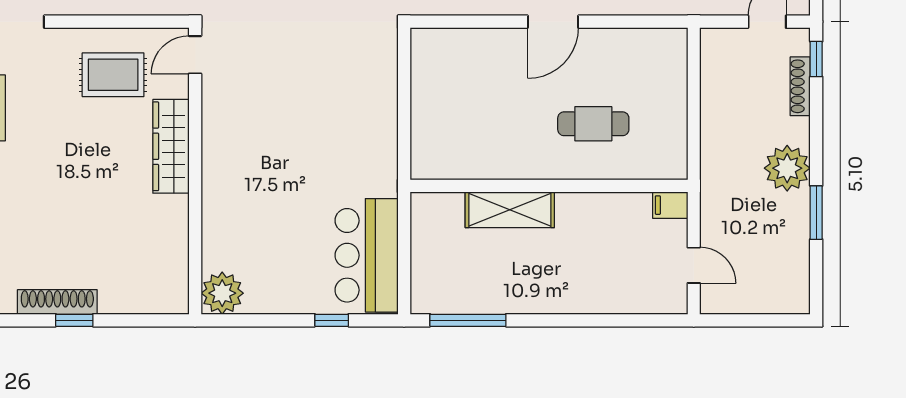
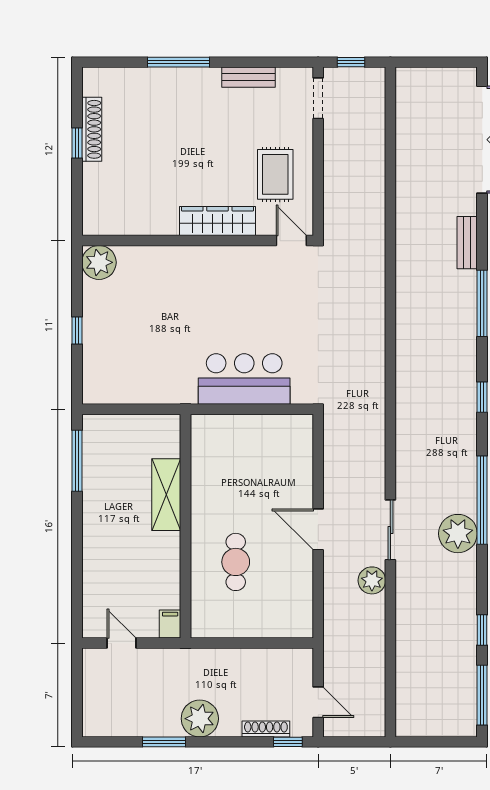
bar counter: (367, 255) -> (244, 379), moved
door: (694, 265) -> (121, 643), swing flipped
window: (332, 320) -> (77, 331), moved

